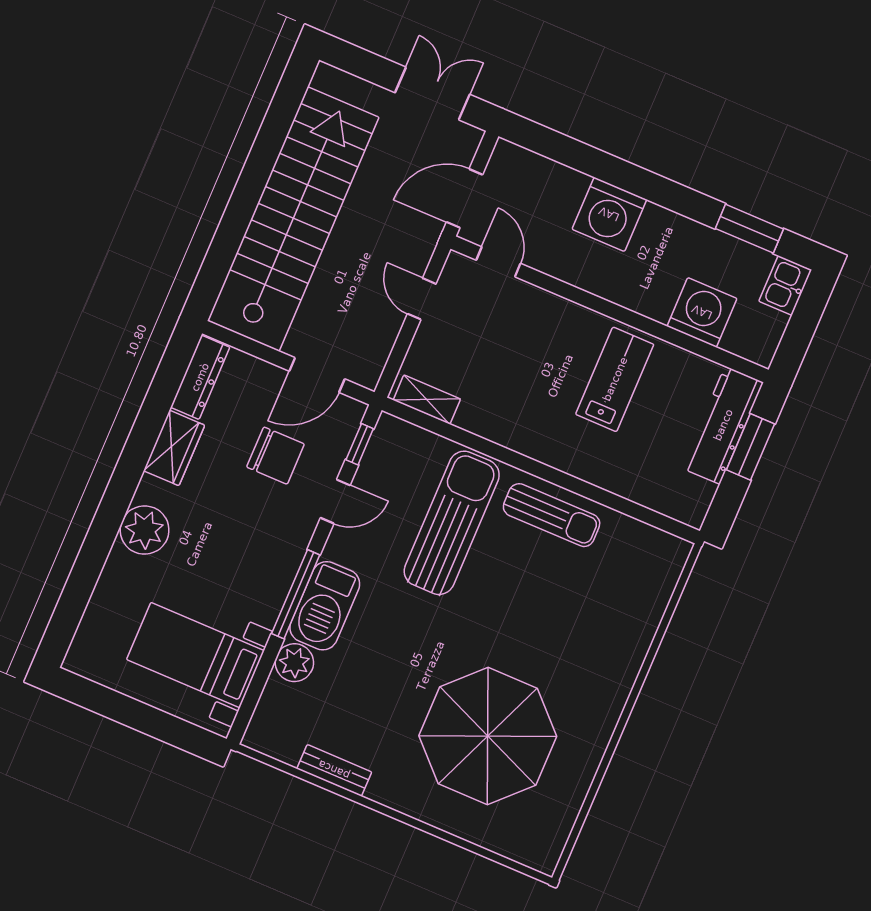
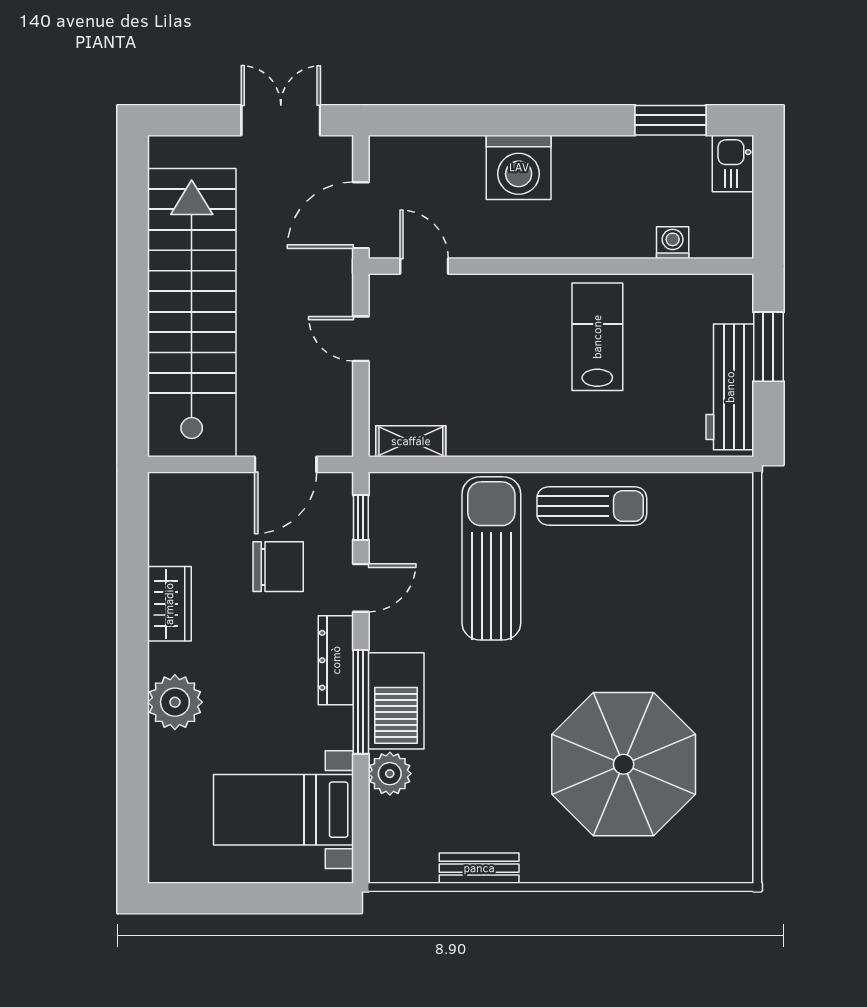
washing machine: (702, 312) -> (673, 243), width x0.53, depth x0.53
dresser: (200, 377) -> (336, 660), moved, turned 180
workbench: (723, 425) -> (730, 387), moved

